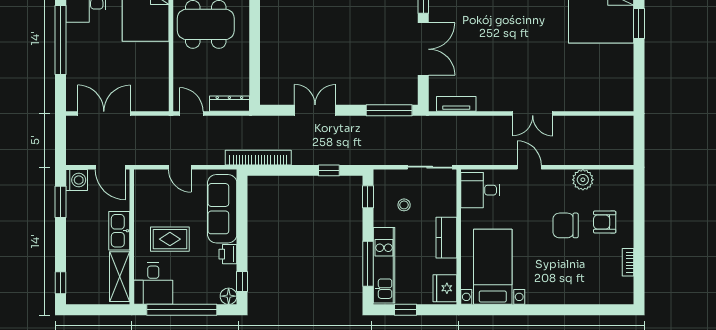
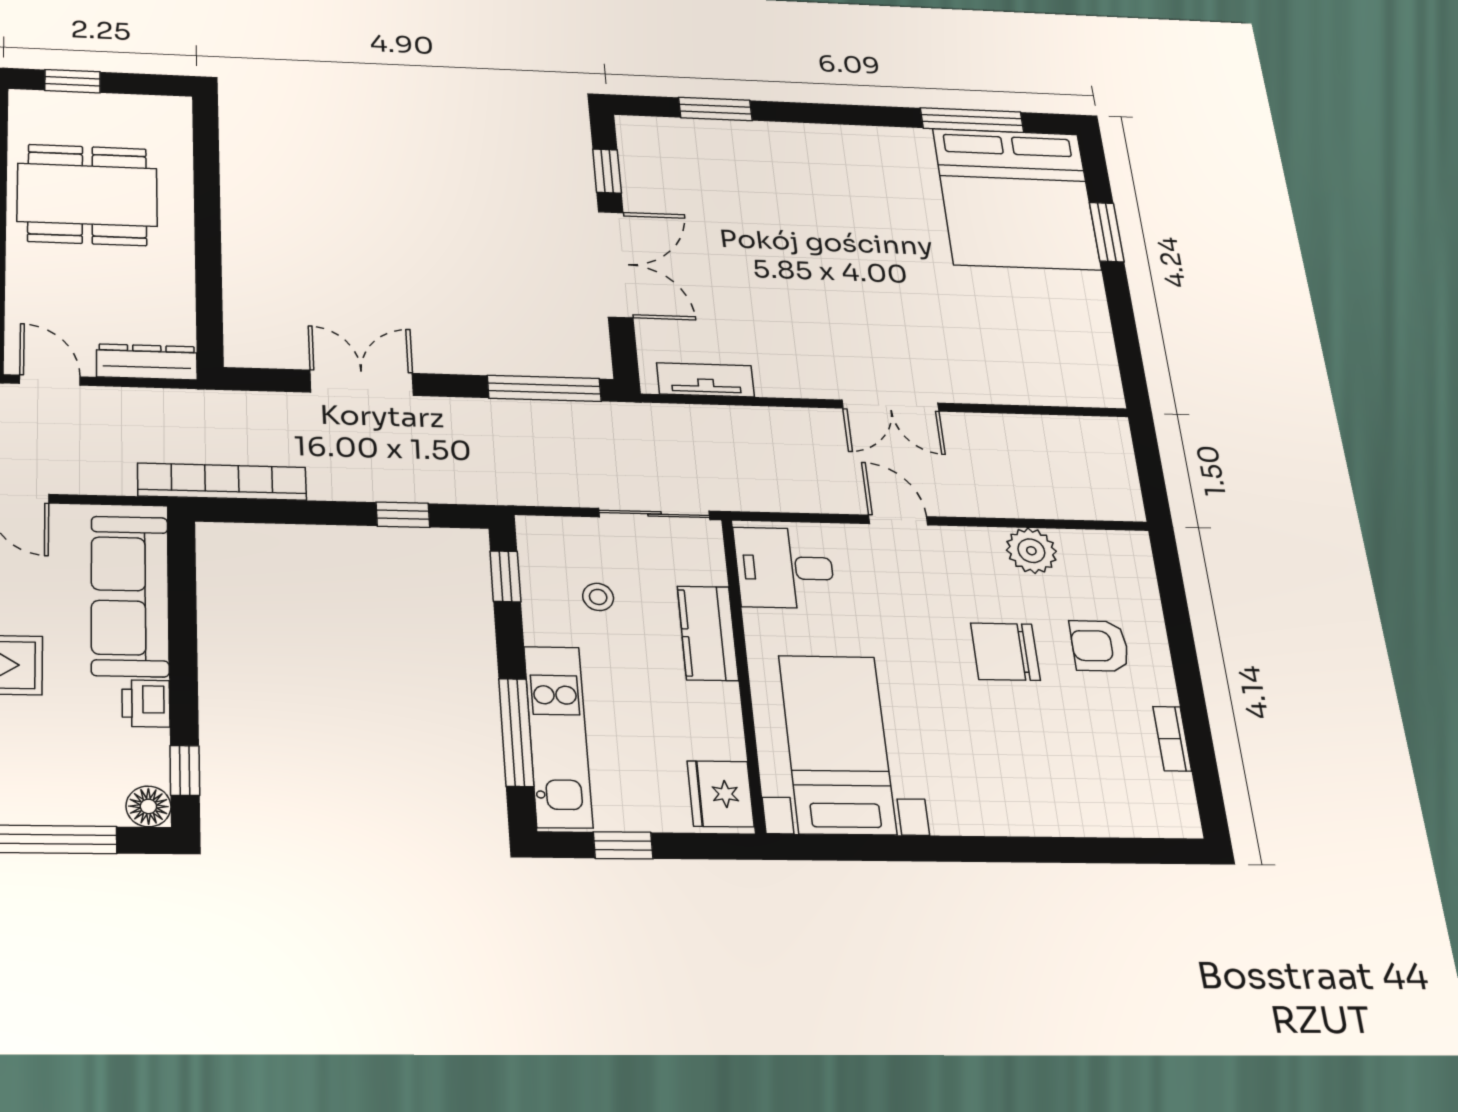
kitchen counter: (446, 238) -> (708, 633), moved

